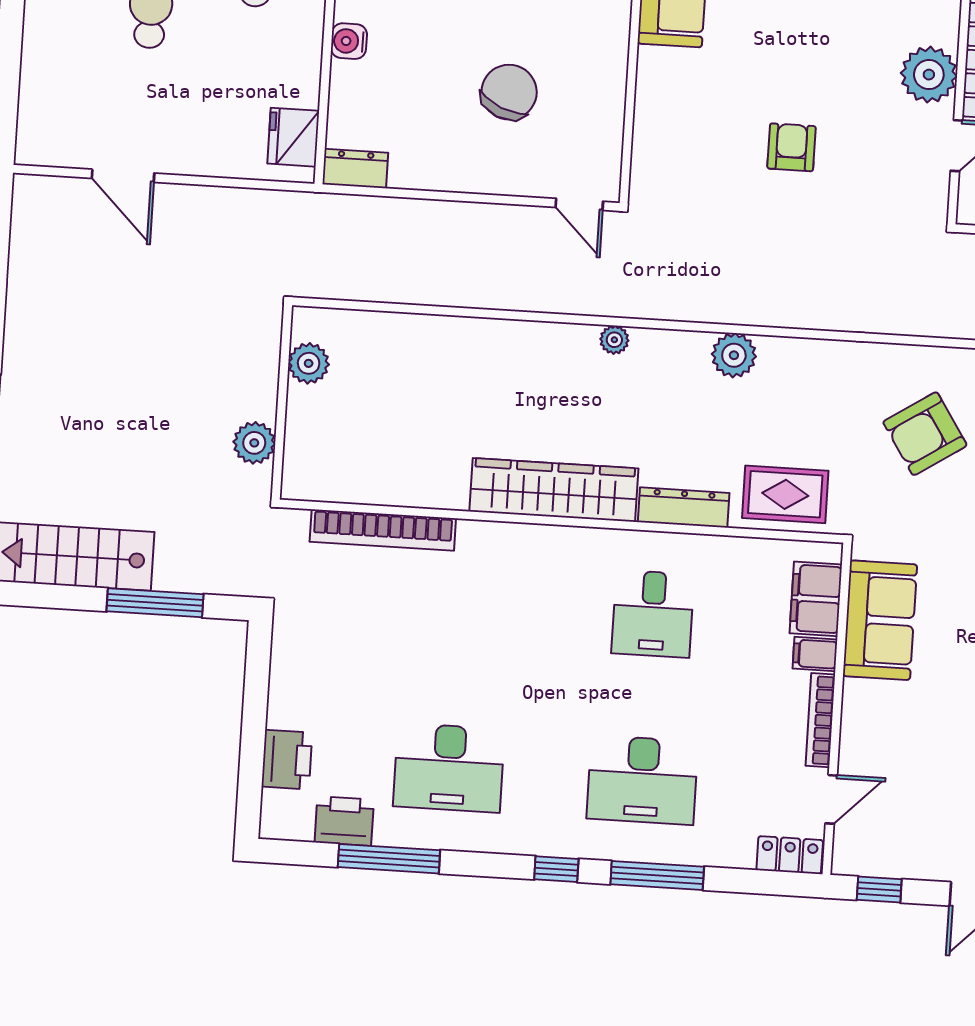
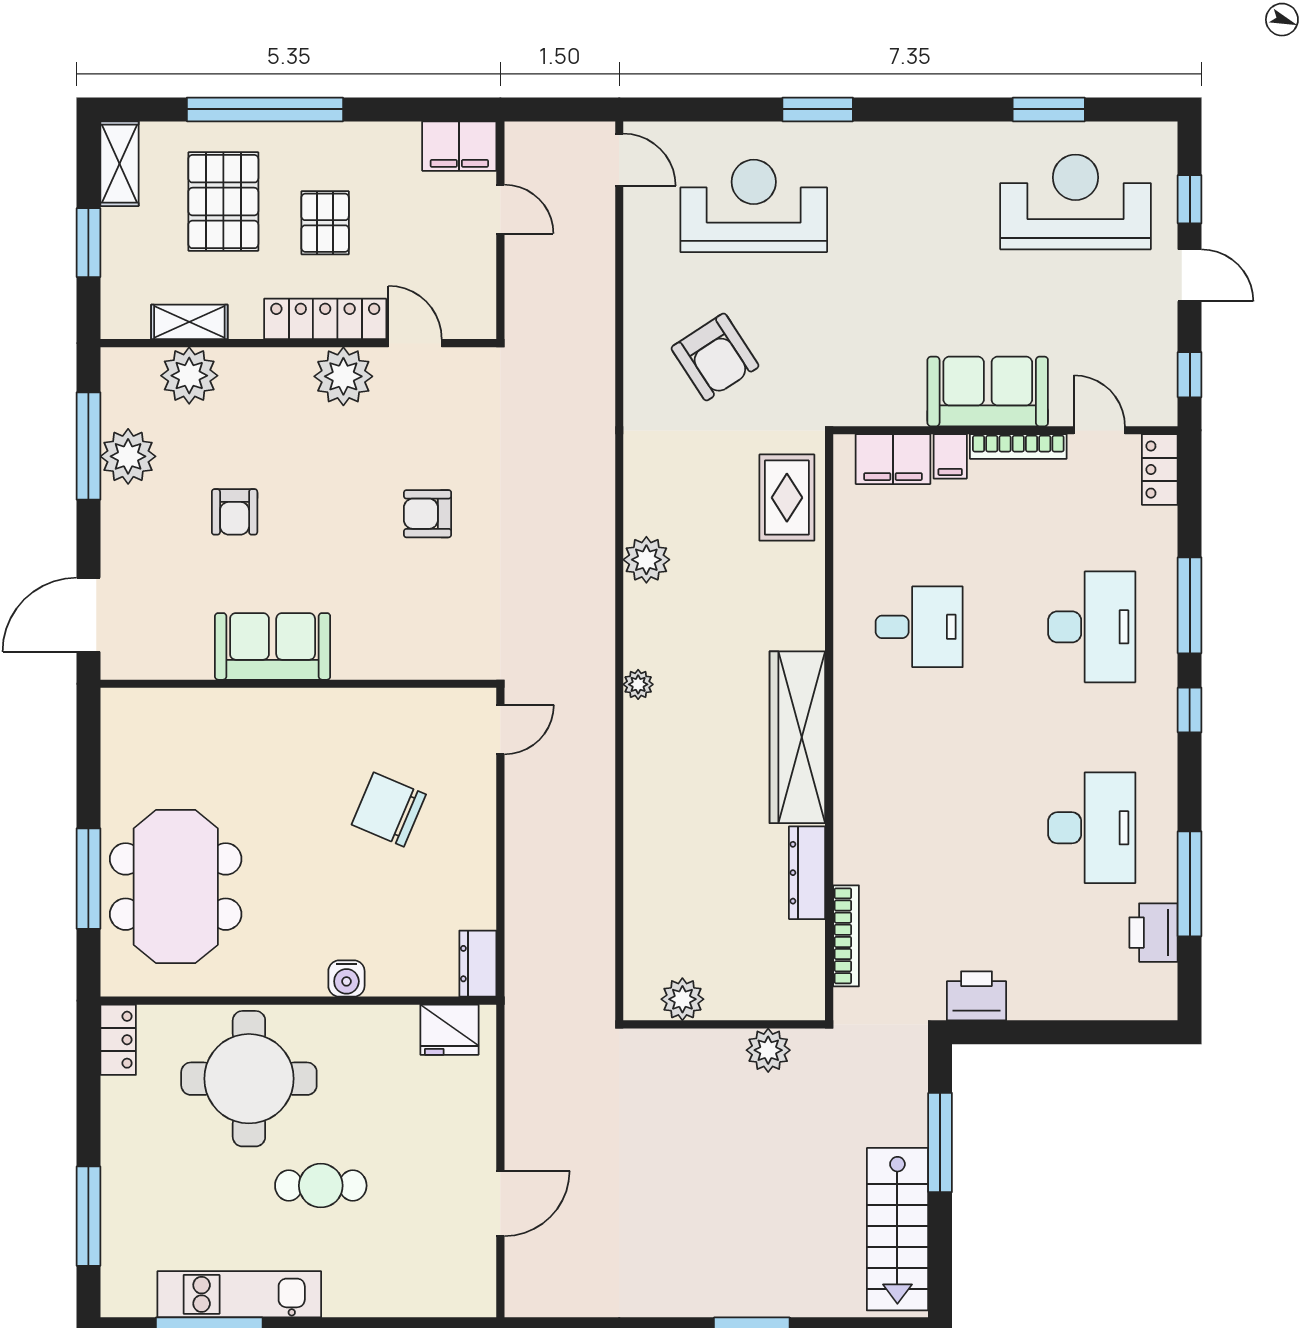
dresser: (684, 507) -> (807, 873), moved
bookcase: (383, 530) -> (846, 936), width x0.68, depth x0.76
sofa: (880, 620) -> (988, 391), moved
printer: (287, 760) -> (976, 996), moved

